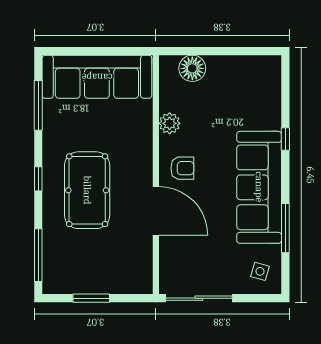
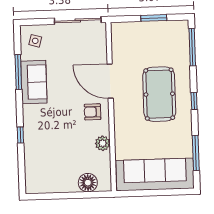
sofa: (259, 187) -> (34, 82), width x0.54, depth x0.79

